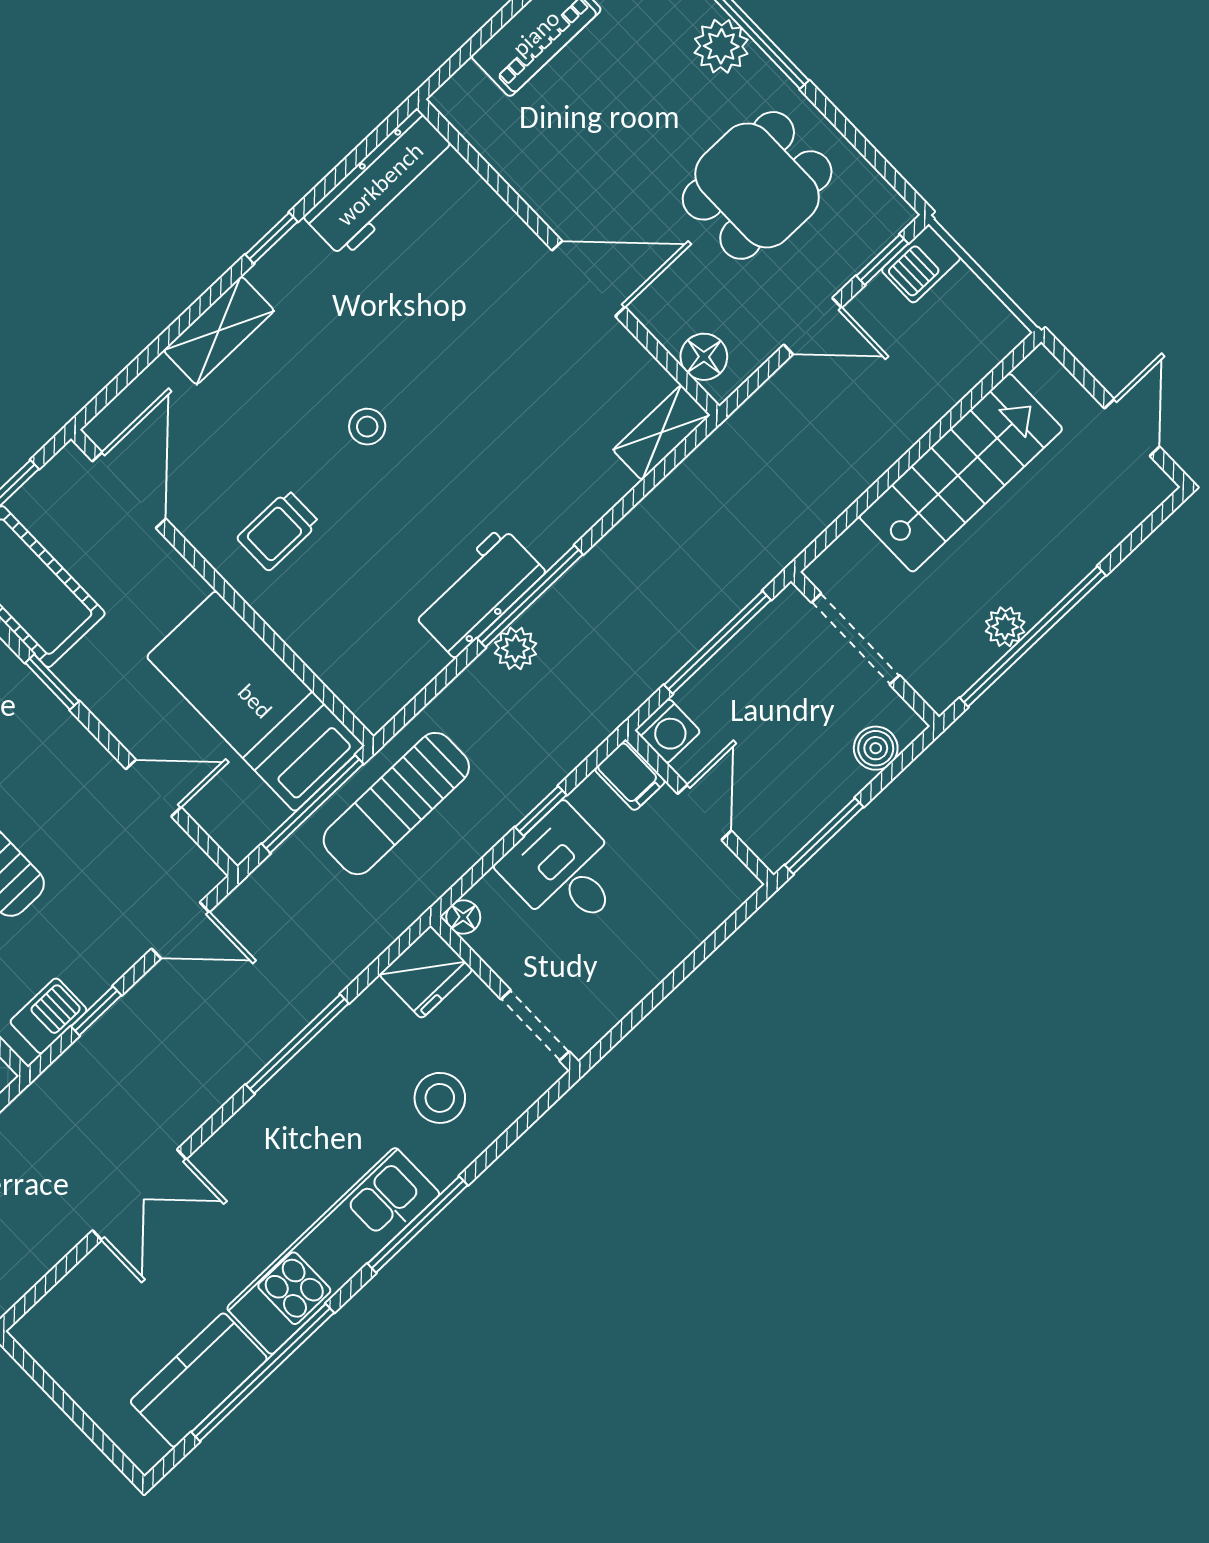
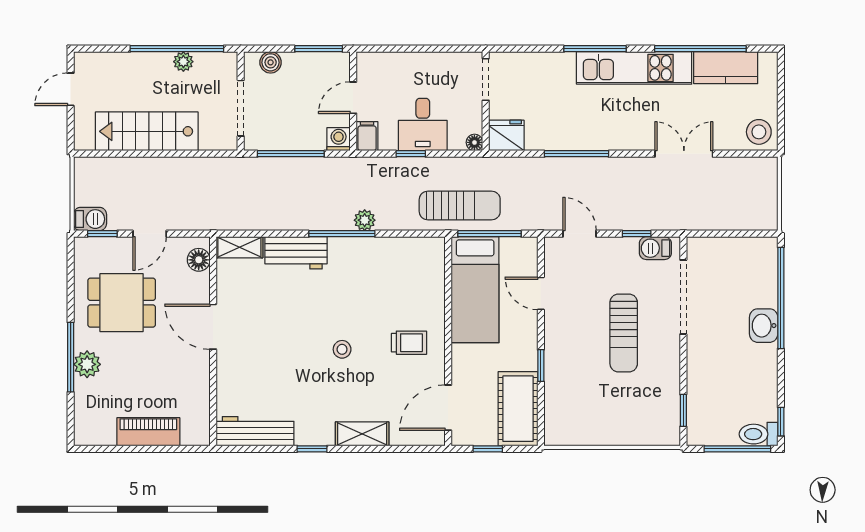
door: (813, 326) -> (150, 234), swing flipped
workbench: (478, 592) -> (296, 253), moved
stool: (440, 1098) -> (759, 132), moved

